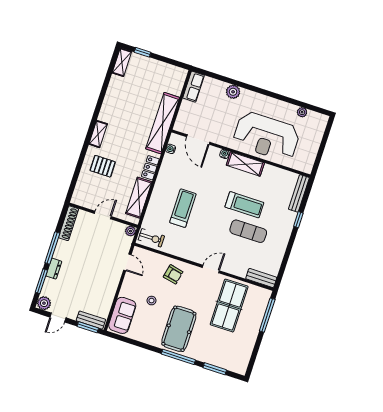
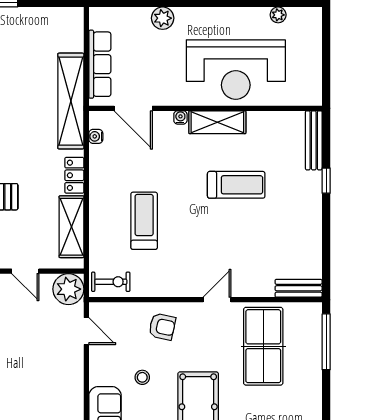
row of seats: (194, 87) -> (100, 64), moved, width x1.48
door: (103, 215) -> (25, 271), swing flipped
plant: (131, 231) -> (68, 289), width x1.88, depth x1.88
exercise mat: (248, 231) -> (255, 223), removed

